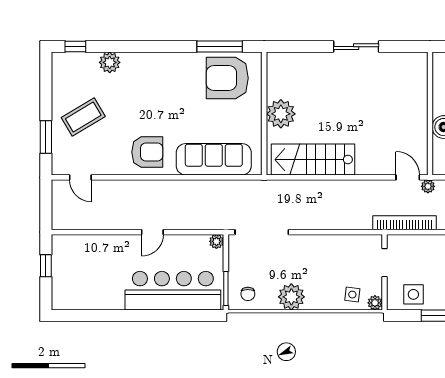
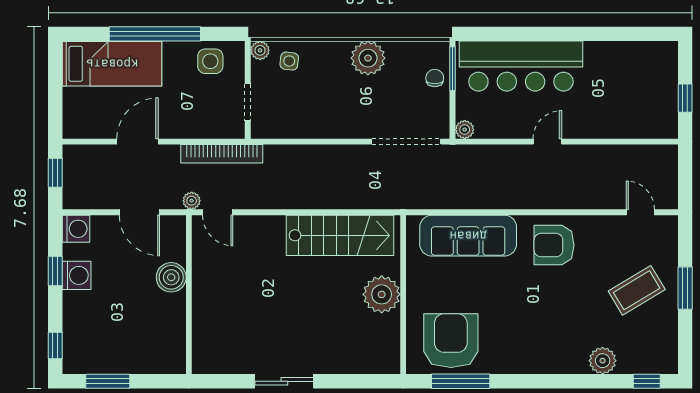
armchair: (227, 78) -> (451, 341), turned -90
window: (46, 137) -> (685, 288), moved
chair: (248, 294) -> (435, 78), moved

